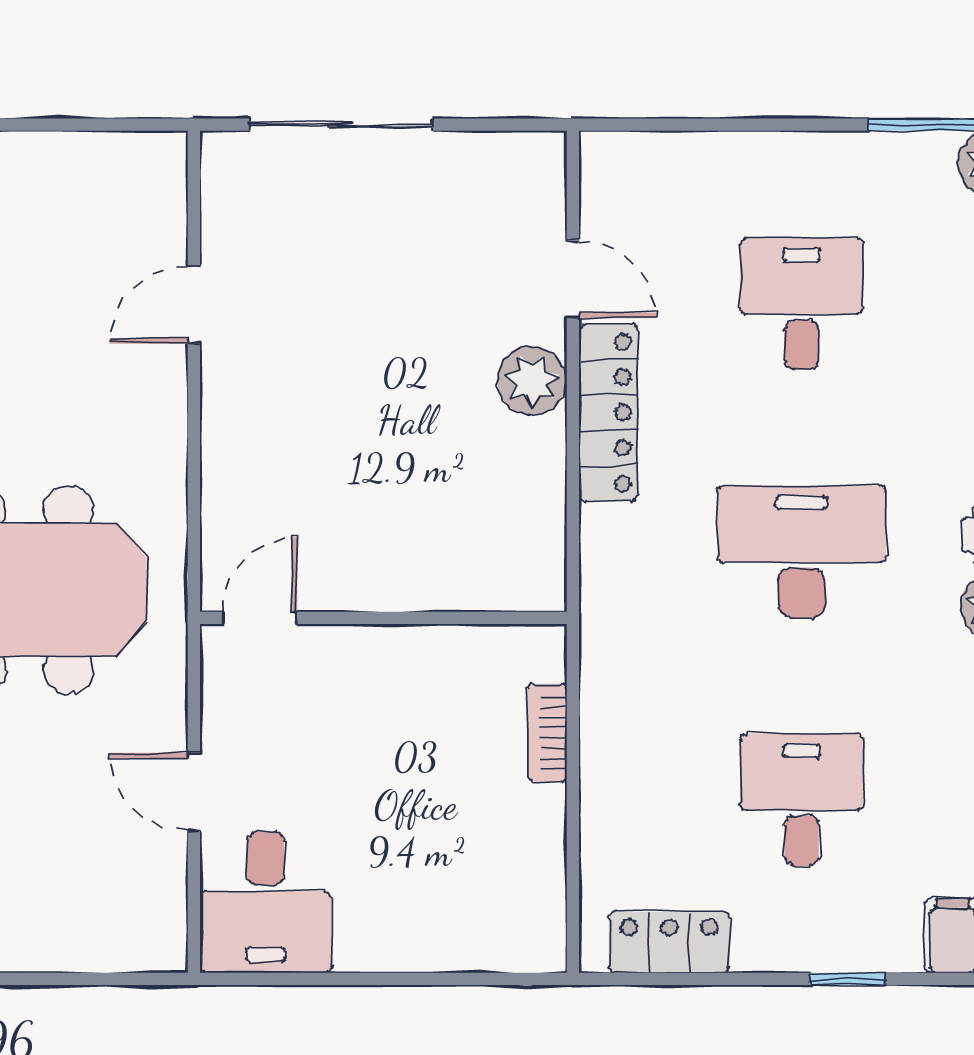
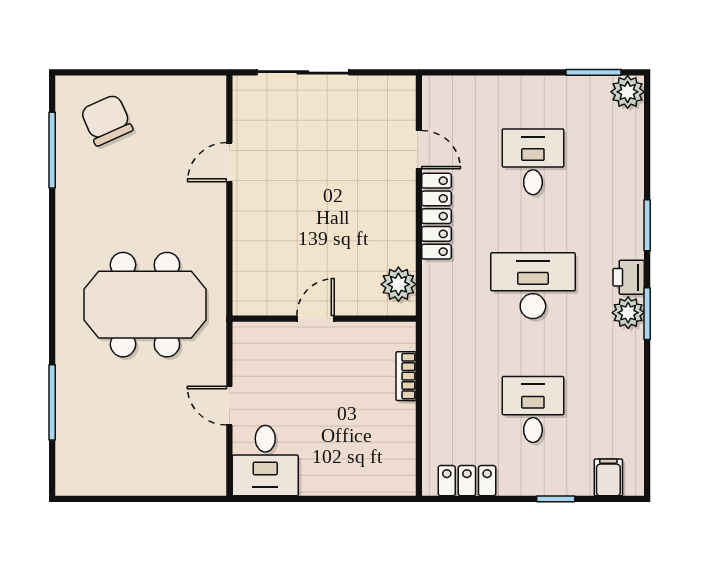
plant: (532, 381) -> (398, 284), moved
door: (260, 618) -> (315, 319), moved

